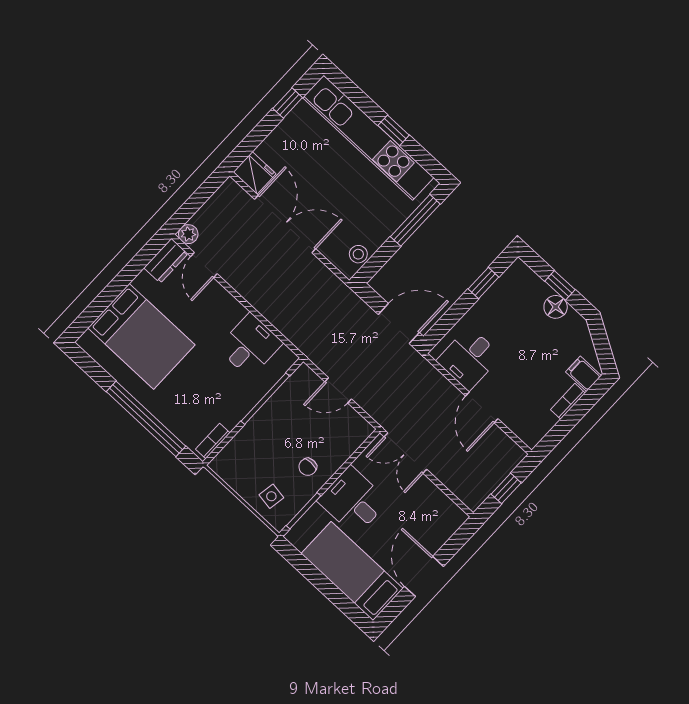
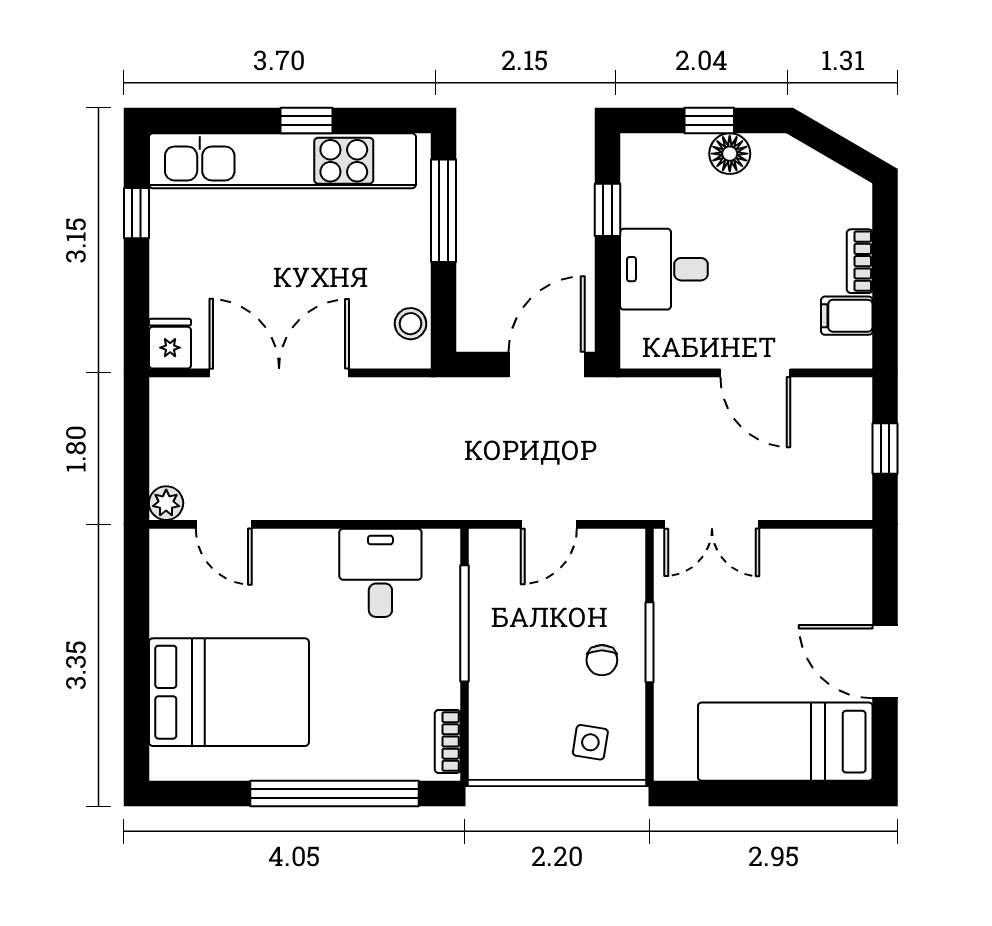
fridge: (255, 173) -> (170, 344), width x0.72
dresser: (166, 261) -> (169, 565), removed
desk: (469, 358) -> (664, 269), moved, turned 90
filing cabinet: (584, 374) -> (847, 316), moved
desk: (353, 501) -> (702, 650), removed
window: (304, 511) -> (650, 642), moved

